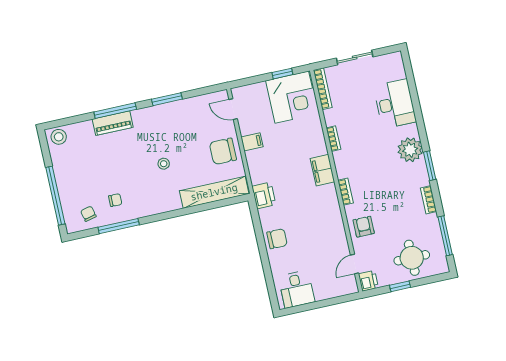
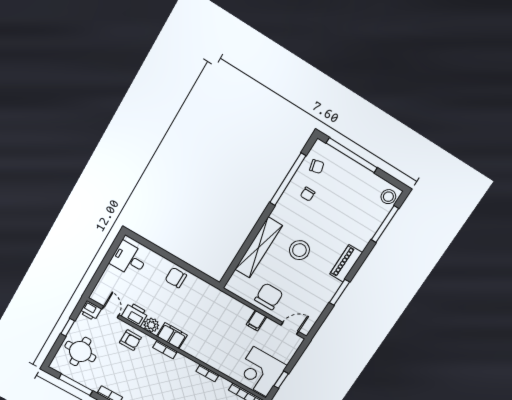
window: (115, 111) -> (385, 224), moved
piano: (113, 123) -> (346, 263), moved
stool: (164, 164) -> (299, 250), width x1.89, depth x1.89
filing cabinet: (322, 170) -> (172, 336), moved
shelving: (214, 192) -> (259, 248), moved
printer: (264, 195) -> (135, 314), moved, turned 180
plant: (335, 222) -> (151, 325), added
window: (119, 226) -> (288, 179), width x1.46
chair: (277, 239) -> (176, 278), turned 90

